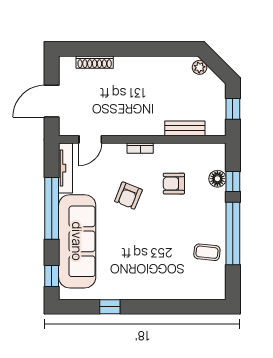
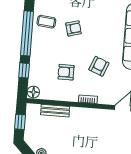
floor lamp: (217, 179) -> (33, 92), moved
armchair: (174, 184) -> (66, 72), turned 180
armchair: (168, 246) -> (74, 28), added

